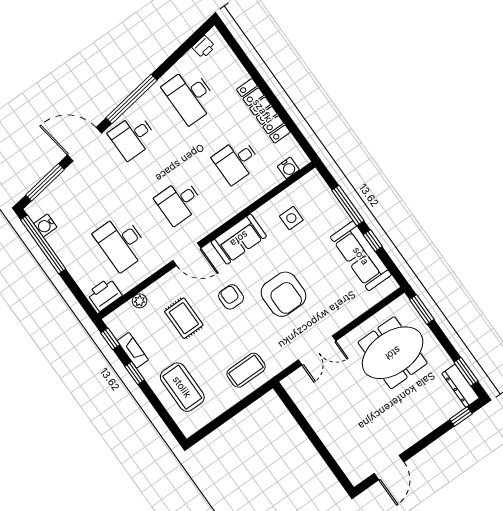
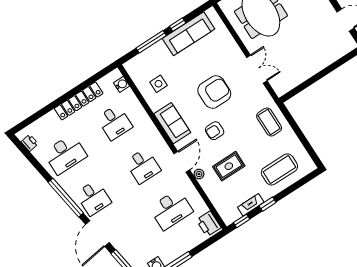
plant: (140, 301) -> (199, 174), moved

